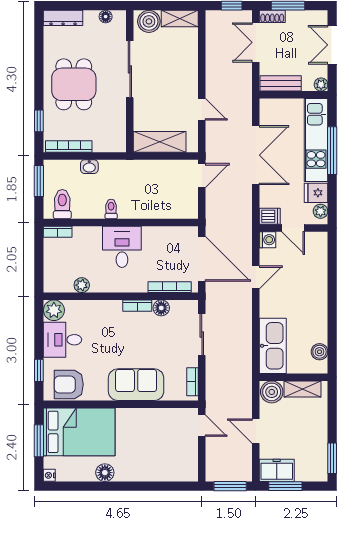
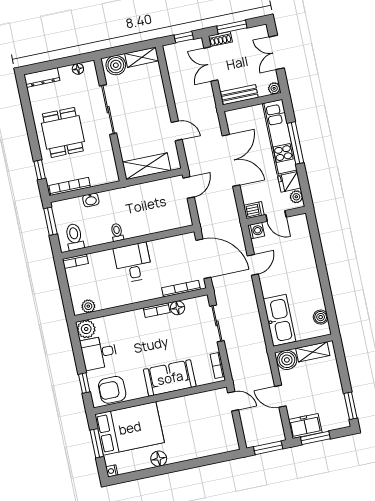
plant: (82, 285) -> (88, 306), moved

